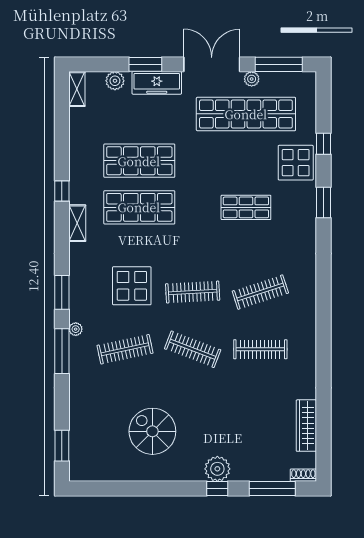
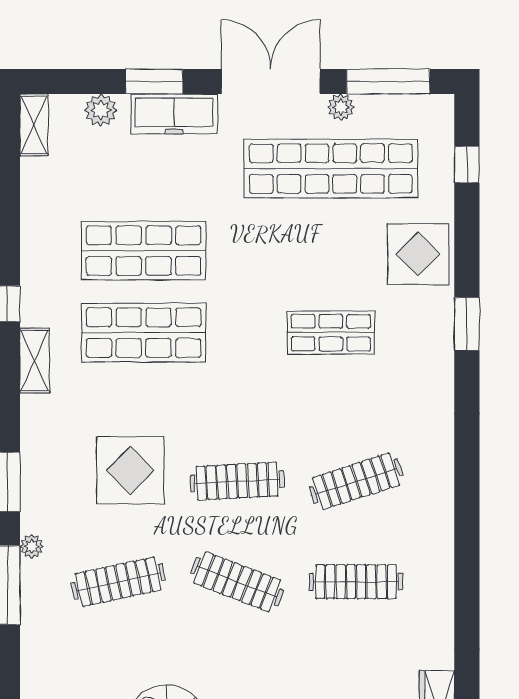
window: (323, 144) -> (467, 165), moved

